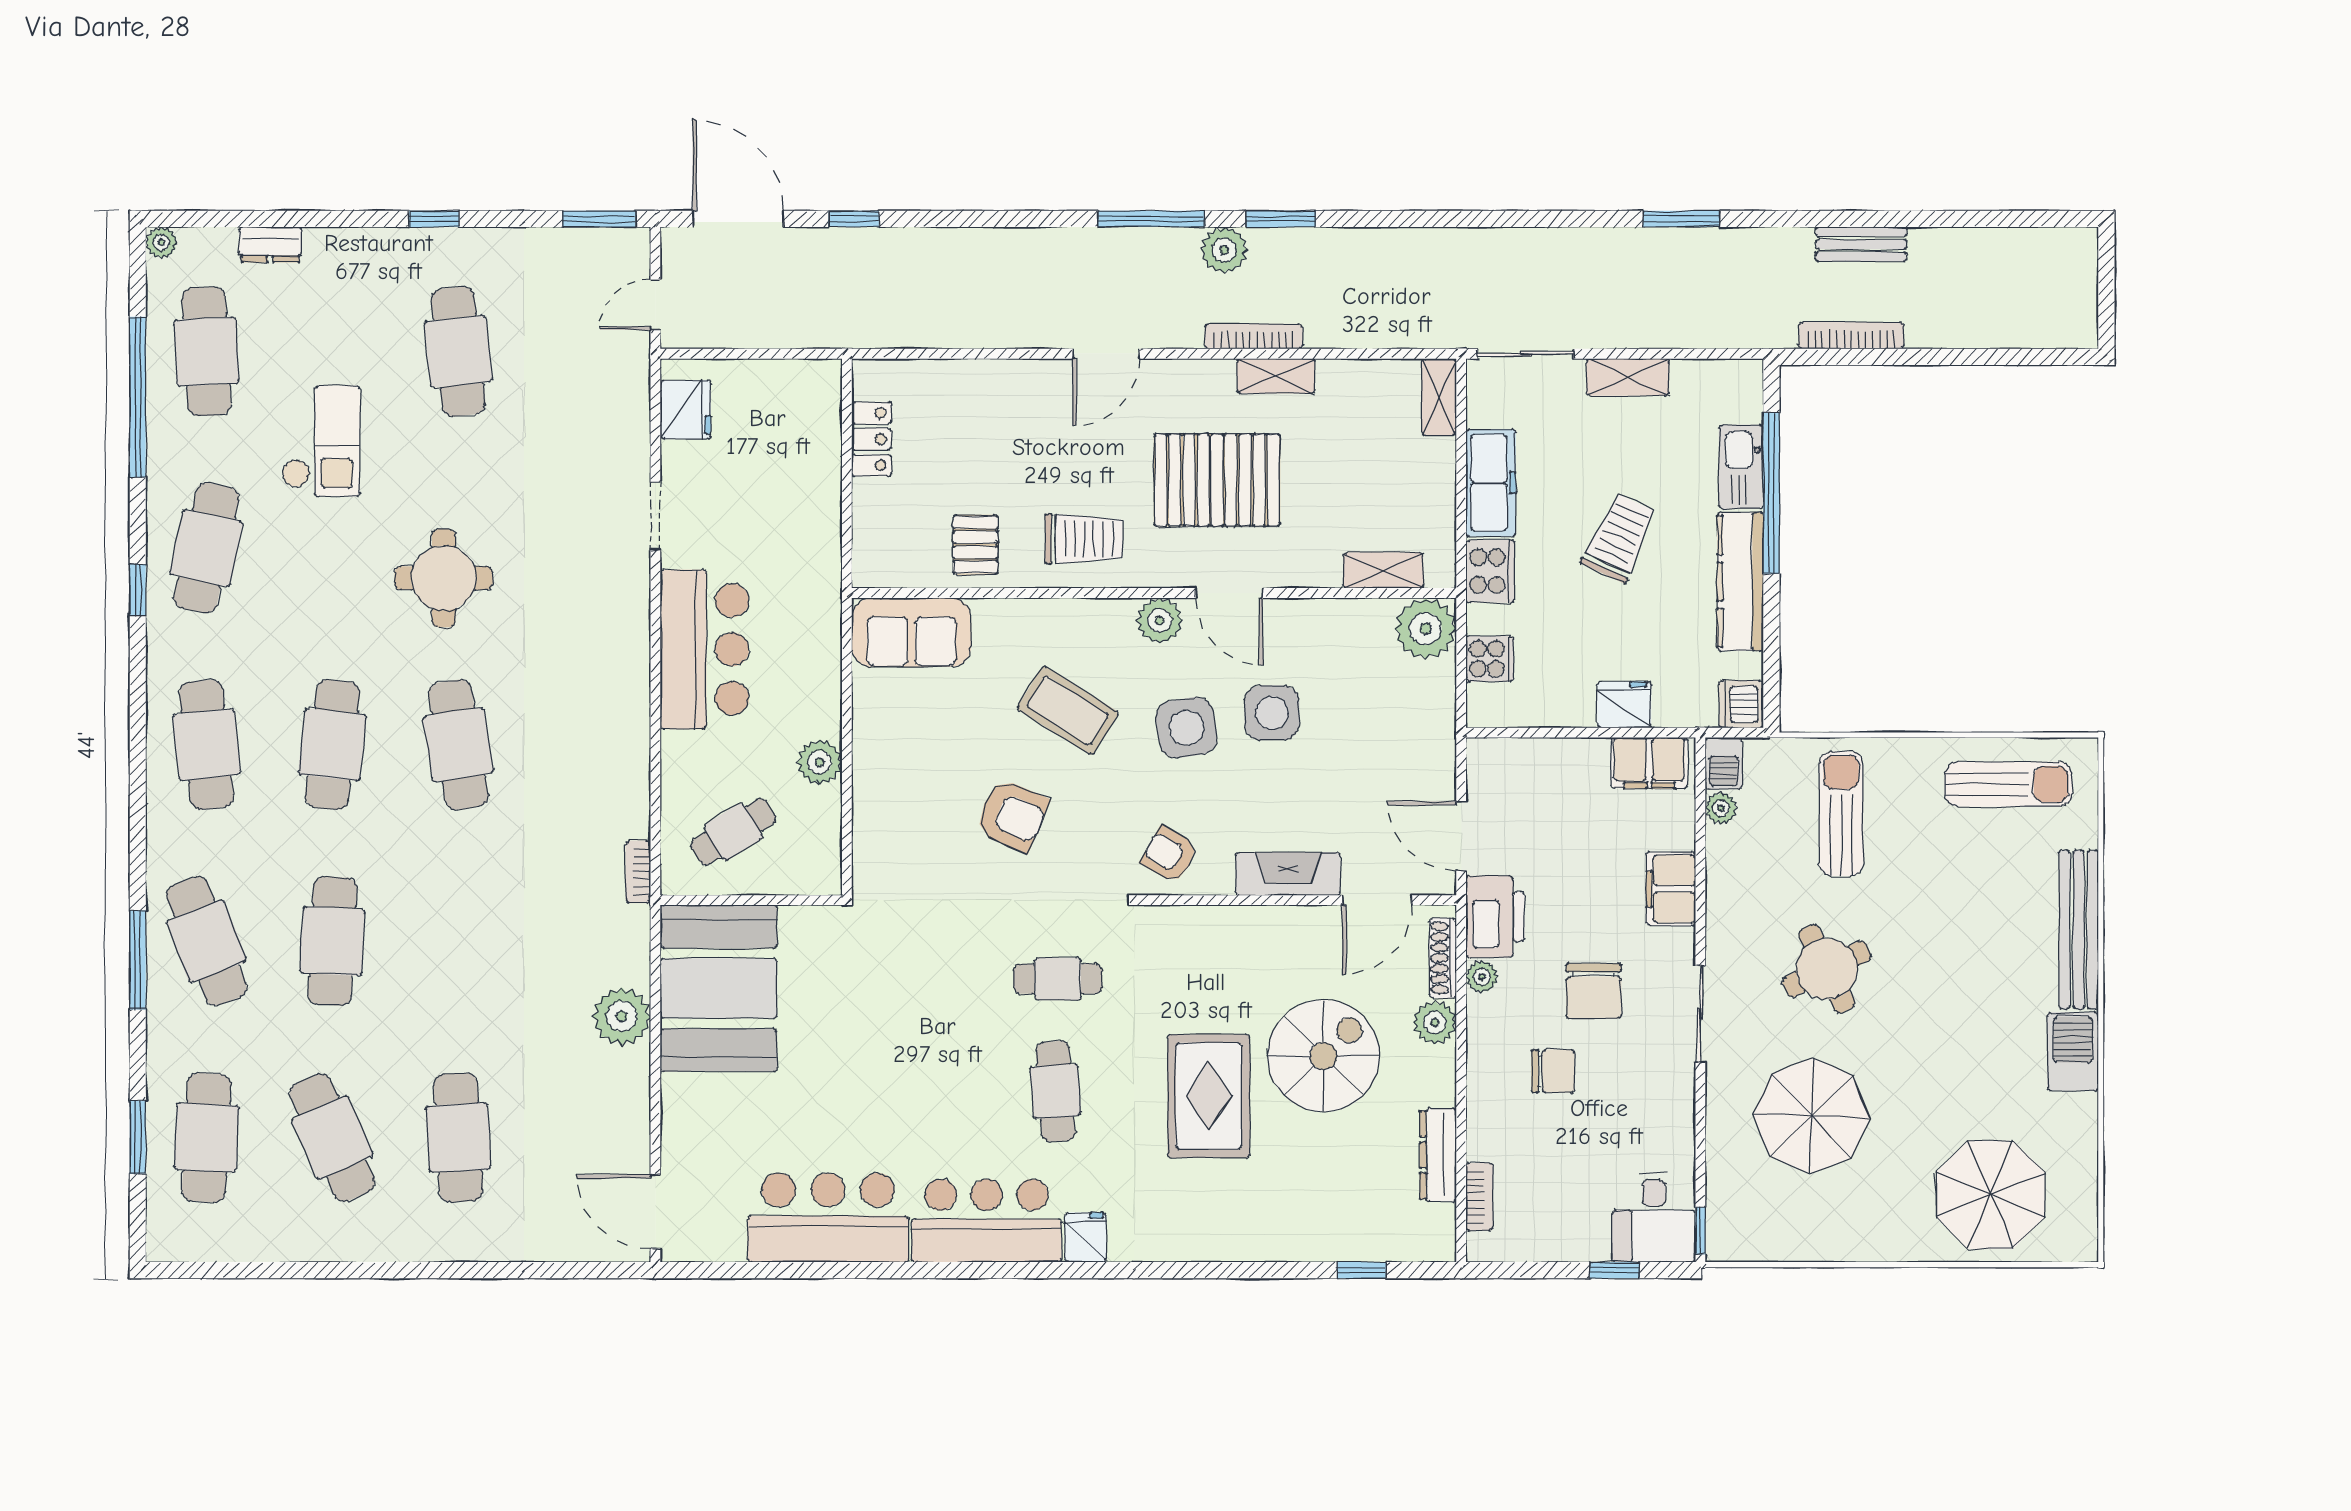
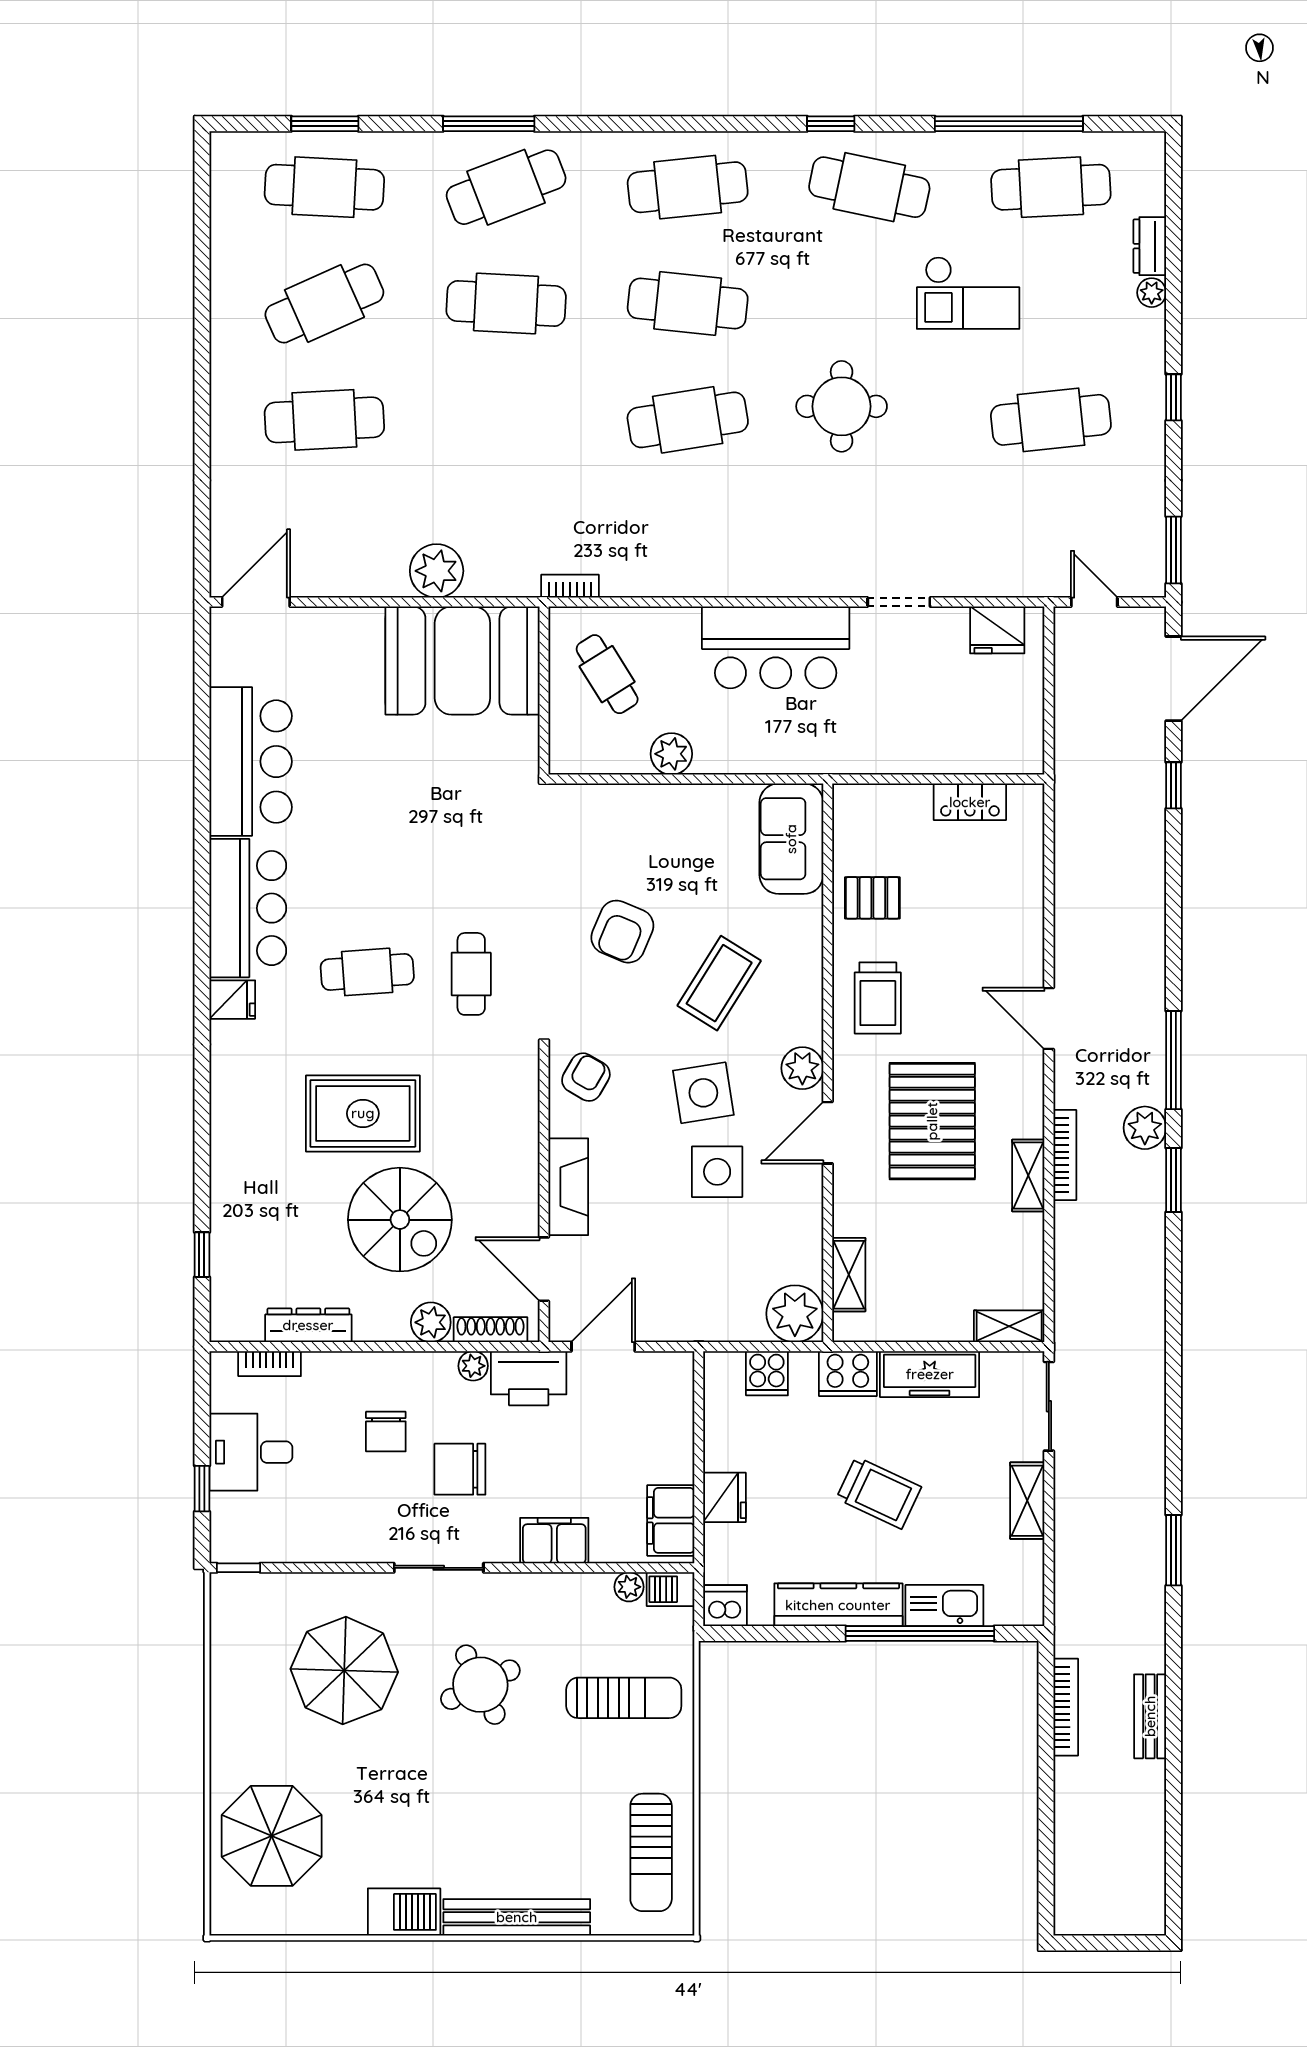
plant: (161, 243) -> (1152, 293), moved
desk: (1654, 1217) -> (251, 1452), moved

